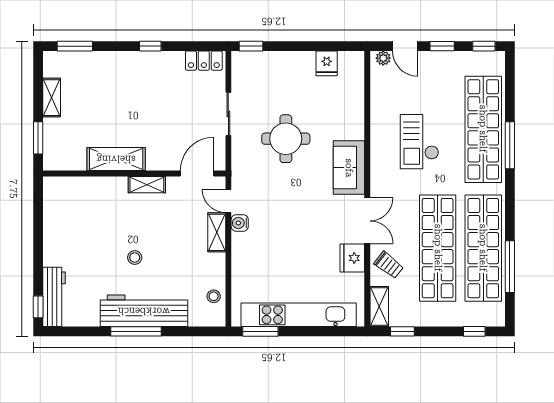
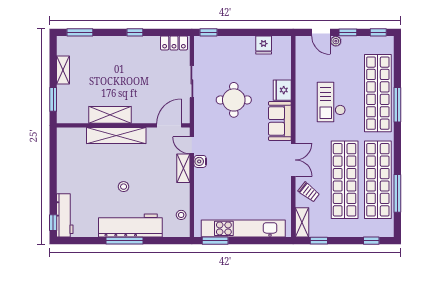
plant: (383, 58) -> (336, 41), moved
shelving: (147, 185) -> (116, 136), width x2.20, depth x1.33
fridge: (352, 258) -> (282, 90), moved

